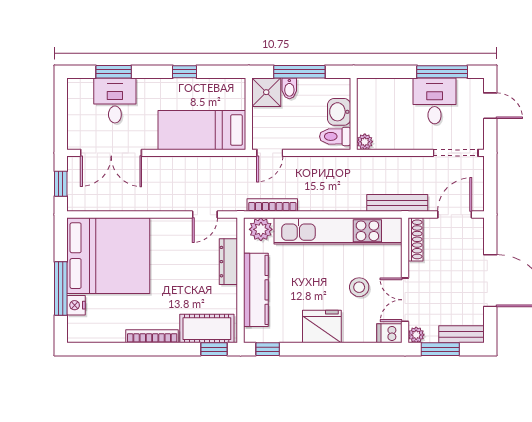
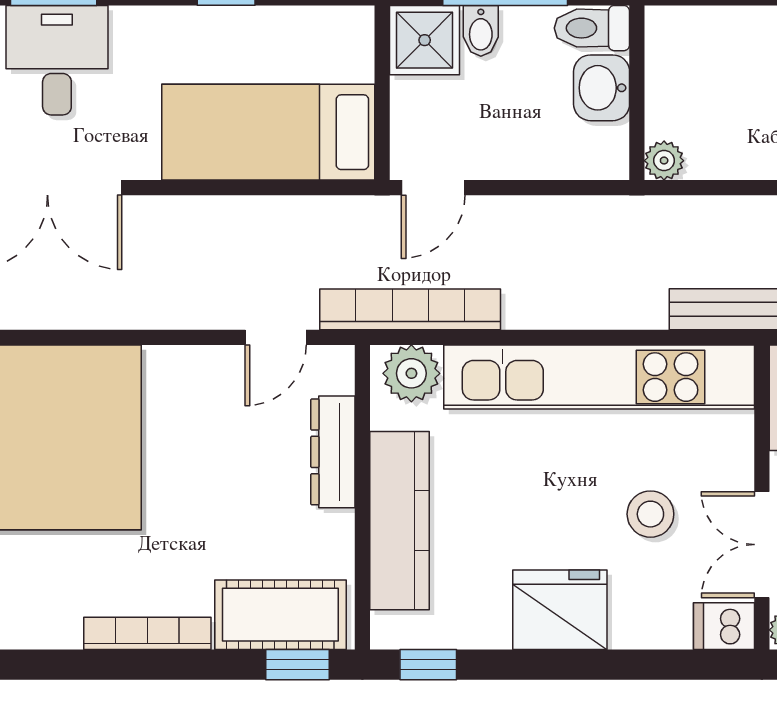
toilet: (335, 136) -> (592, 28), moved
bookcase: (272, 205) -> (410, 309), width x1.48, depth x1.31

